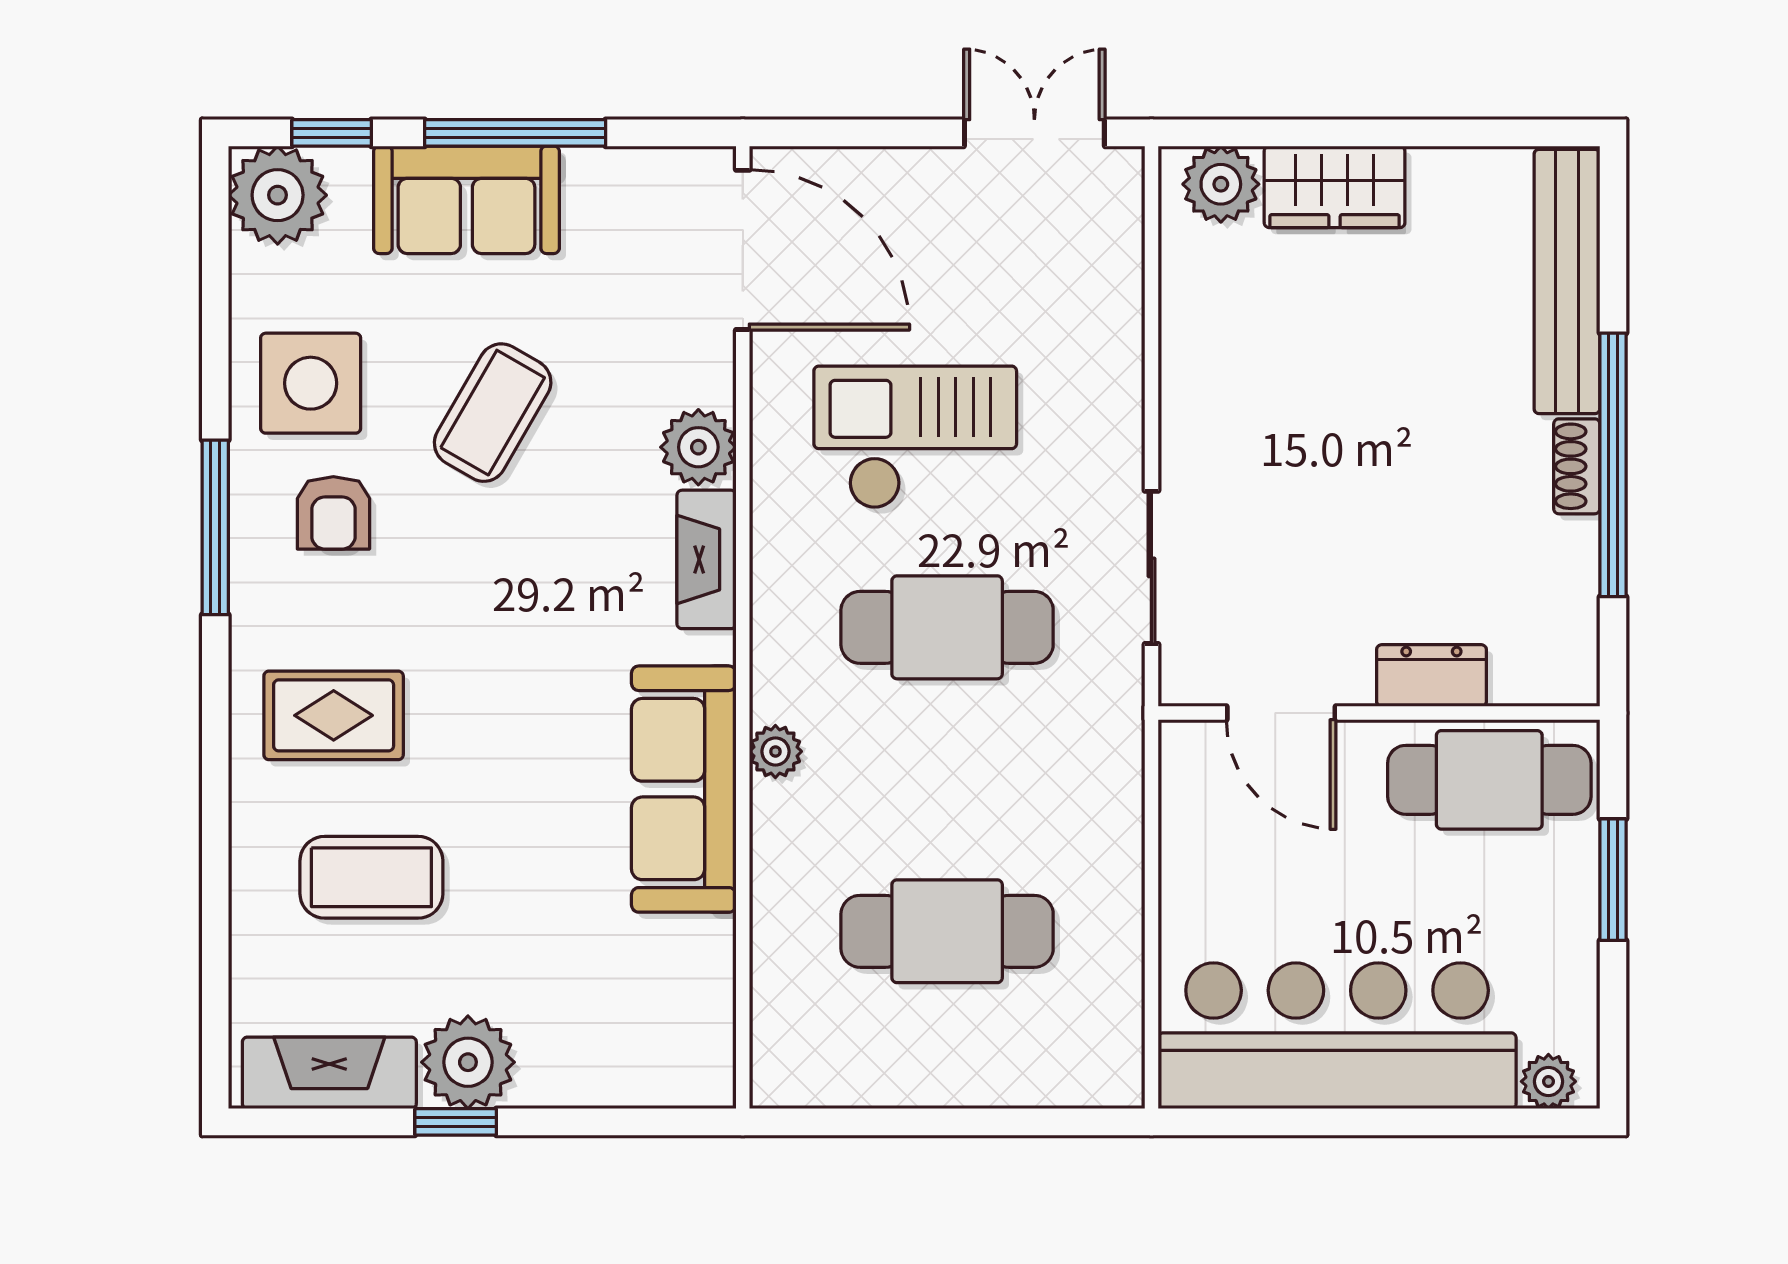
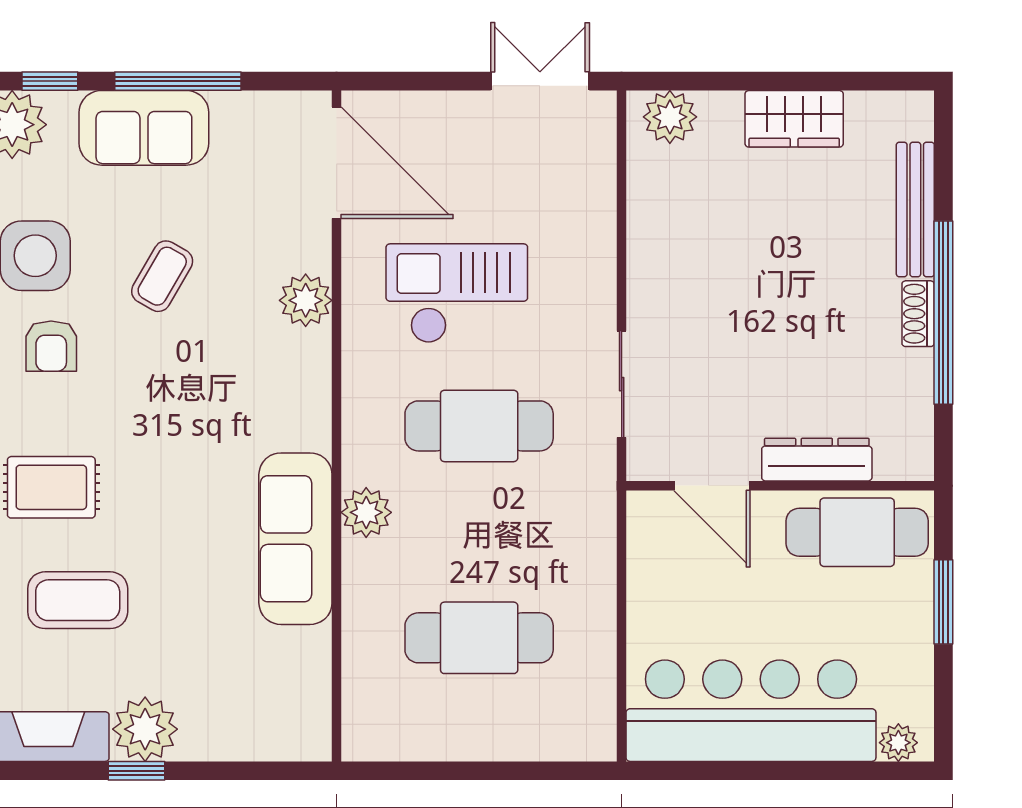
wardrobe: (1335, 187) -> (794, 119), moved
bench: (1567, 281) -> (915, 209), width x0.73, depth x0.82
coffee table: (493, 413) -> (162, 276), width x0.73, depth x0.77
fireplace: (707, 559) -> (311, 379), removed
dresser: (1431, 676) -> (817, 460), width x1.44
plant: (775, 751) -> (366, 512), width x1.38, depth x1.38

